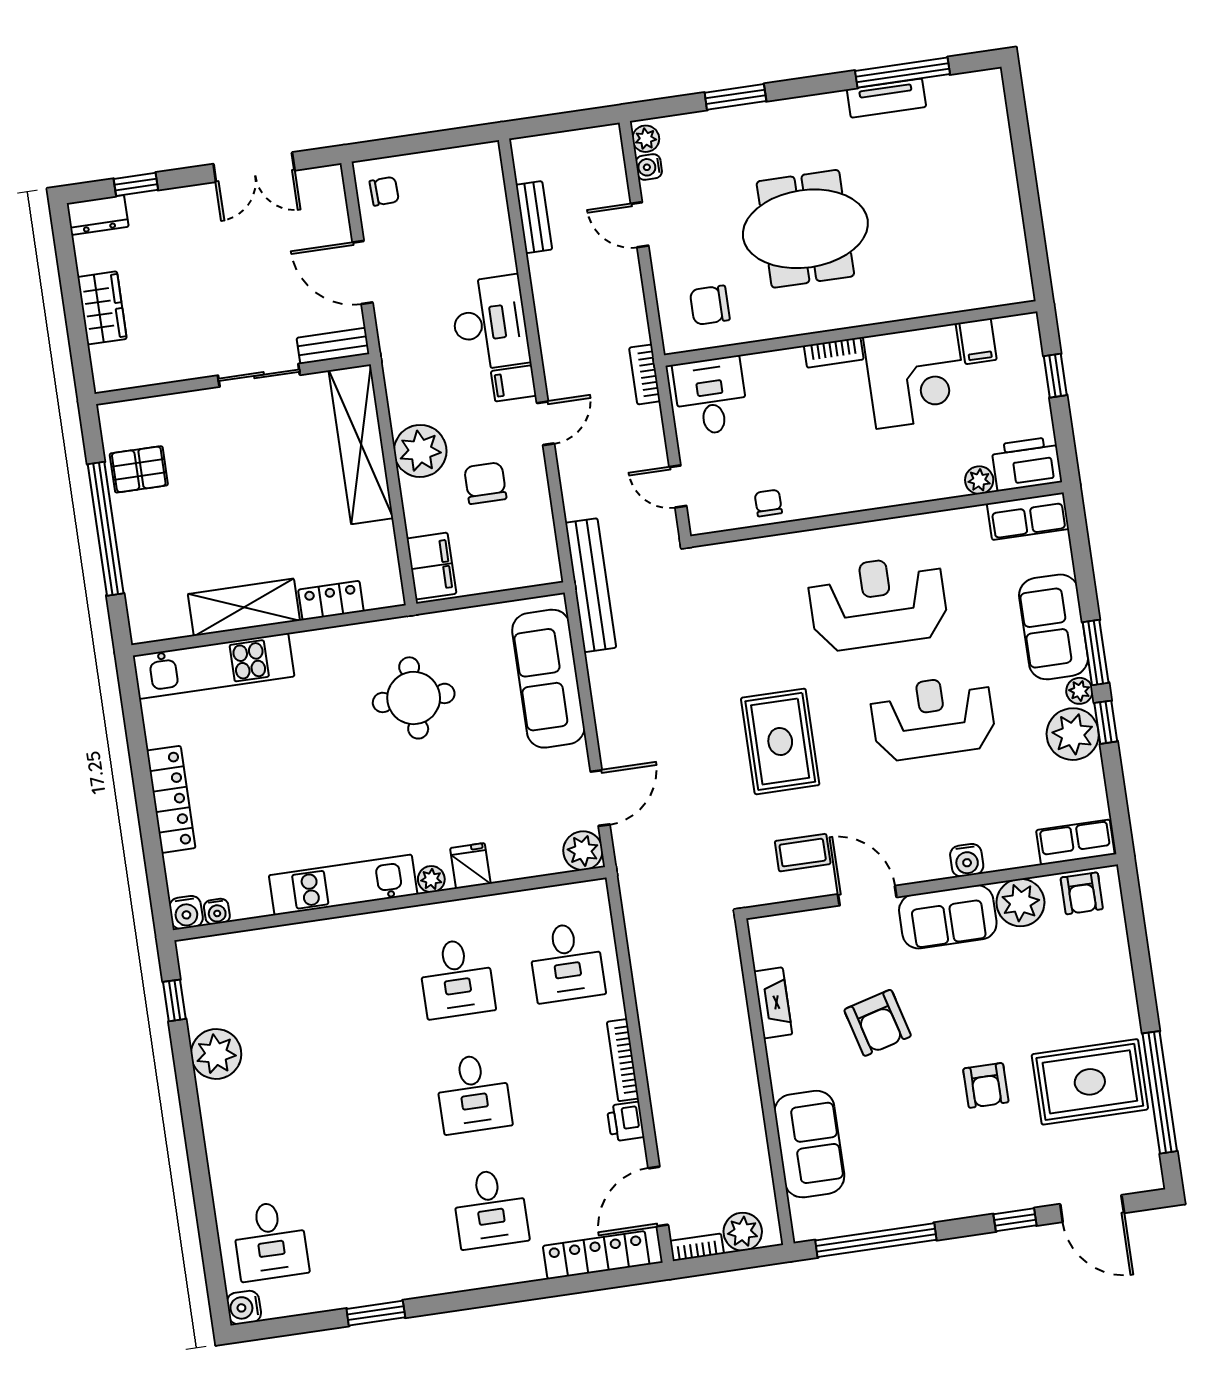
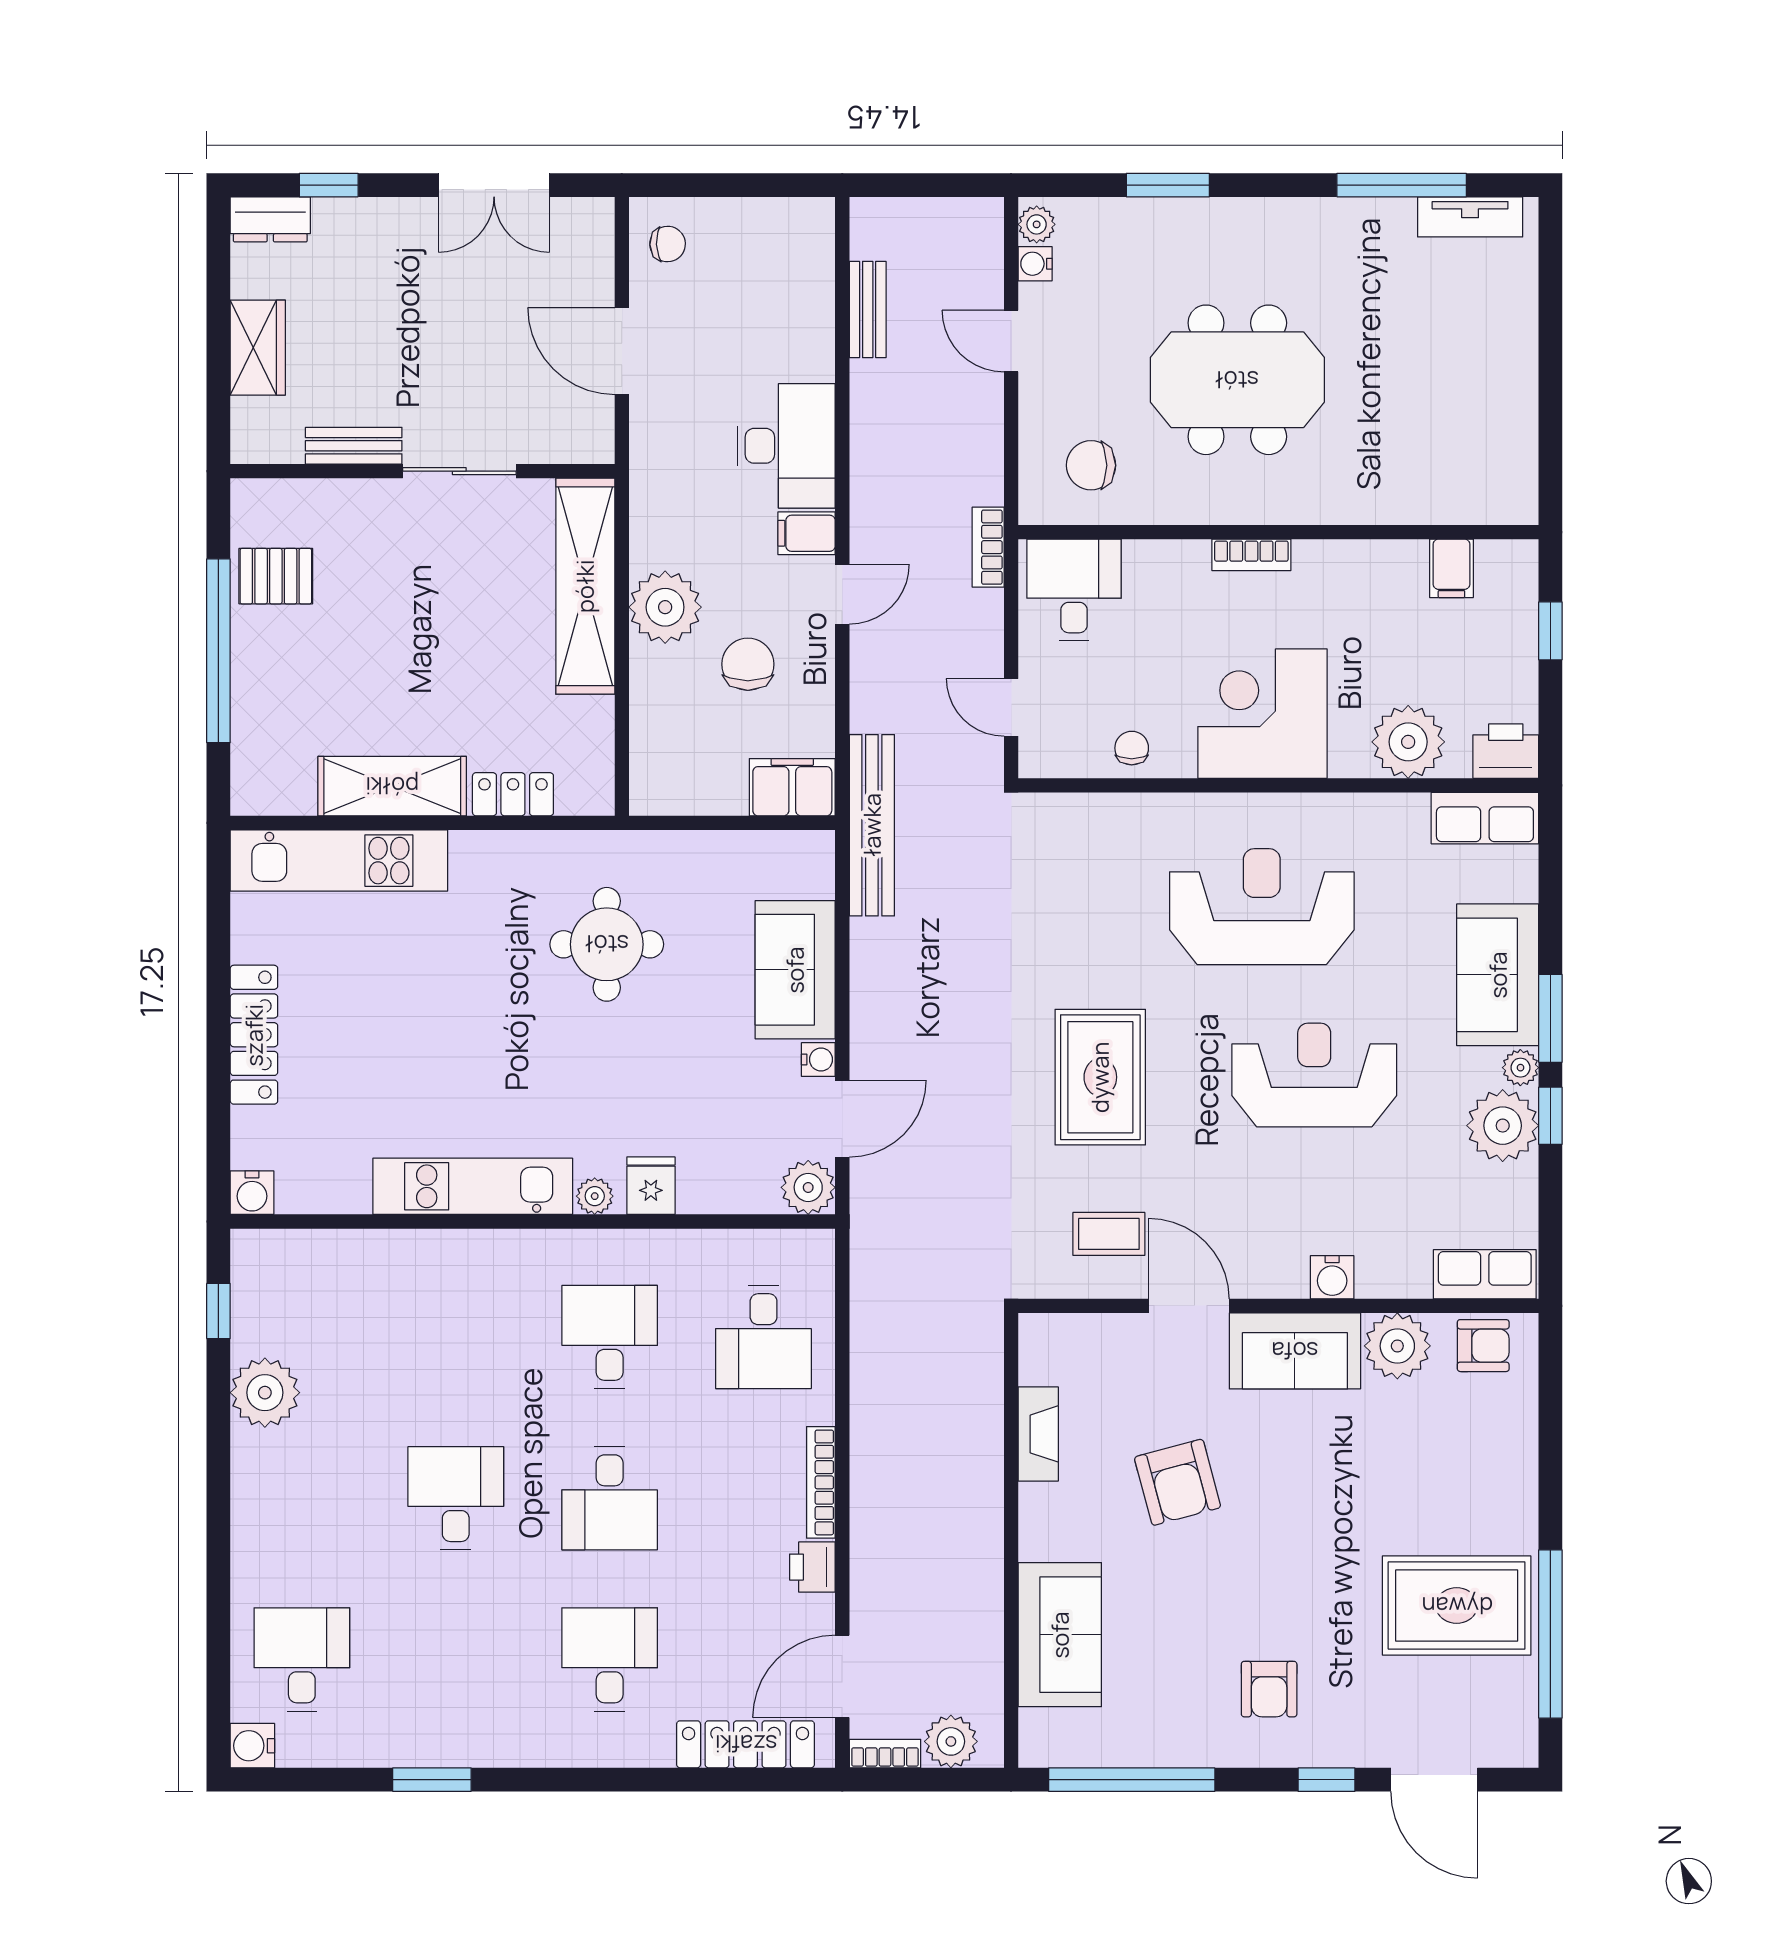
tv unit: (886, 98) -> (1470, 217), moved
bench: (333, 346) -> (354, 446), moved
corner desk: (916, 376) -> (1262, 714), moved, turned 180
printer: (1027, 464) -> (1506, 751), width x0.73, depth x0.84
plant: (979, 480) -> (1408, 742), width x1.88, depth x1.88
filing cabinet: (431, 566) -> (792, 787), moved, turned -90
sofa: (548, 679) -> (795, 970), width x0.73
armchair: (1082, 893) -> (1483, 1346), turned -90
water cooler: (217, 912) -> (818, 1060), moved, turned -90
desk: (457, 978) -> (610, 1337), turned 180
armchair: (986, 1085) -> (1269, 1689), moved
desk: (363, 1110) -> (456, 1498), added
desk: (490, 1209) -> (610, 1659), turned 180
desk: (270, 1241) -> (302, 1659), turned 180

